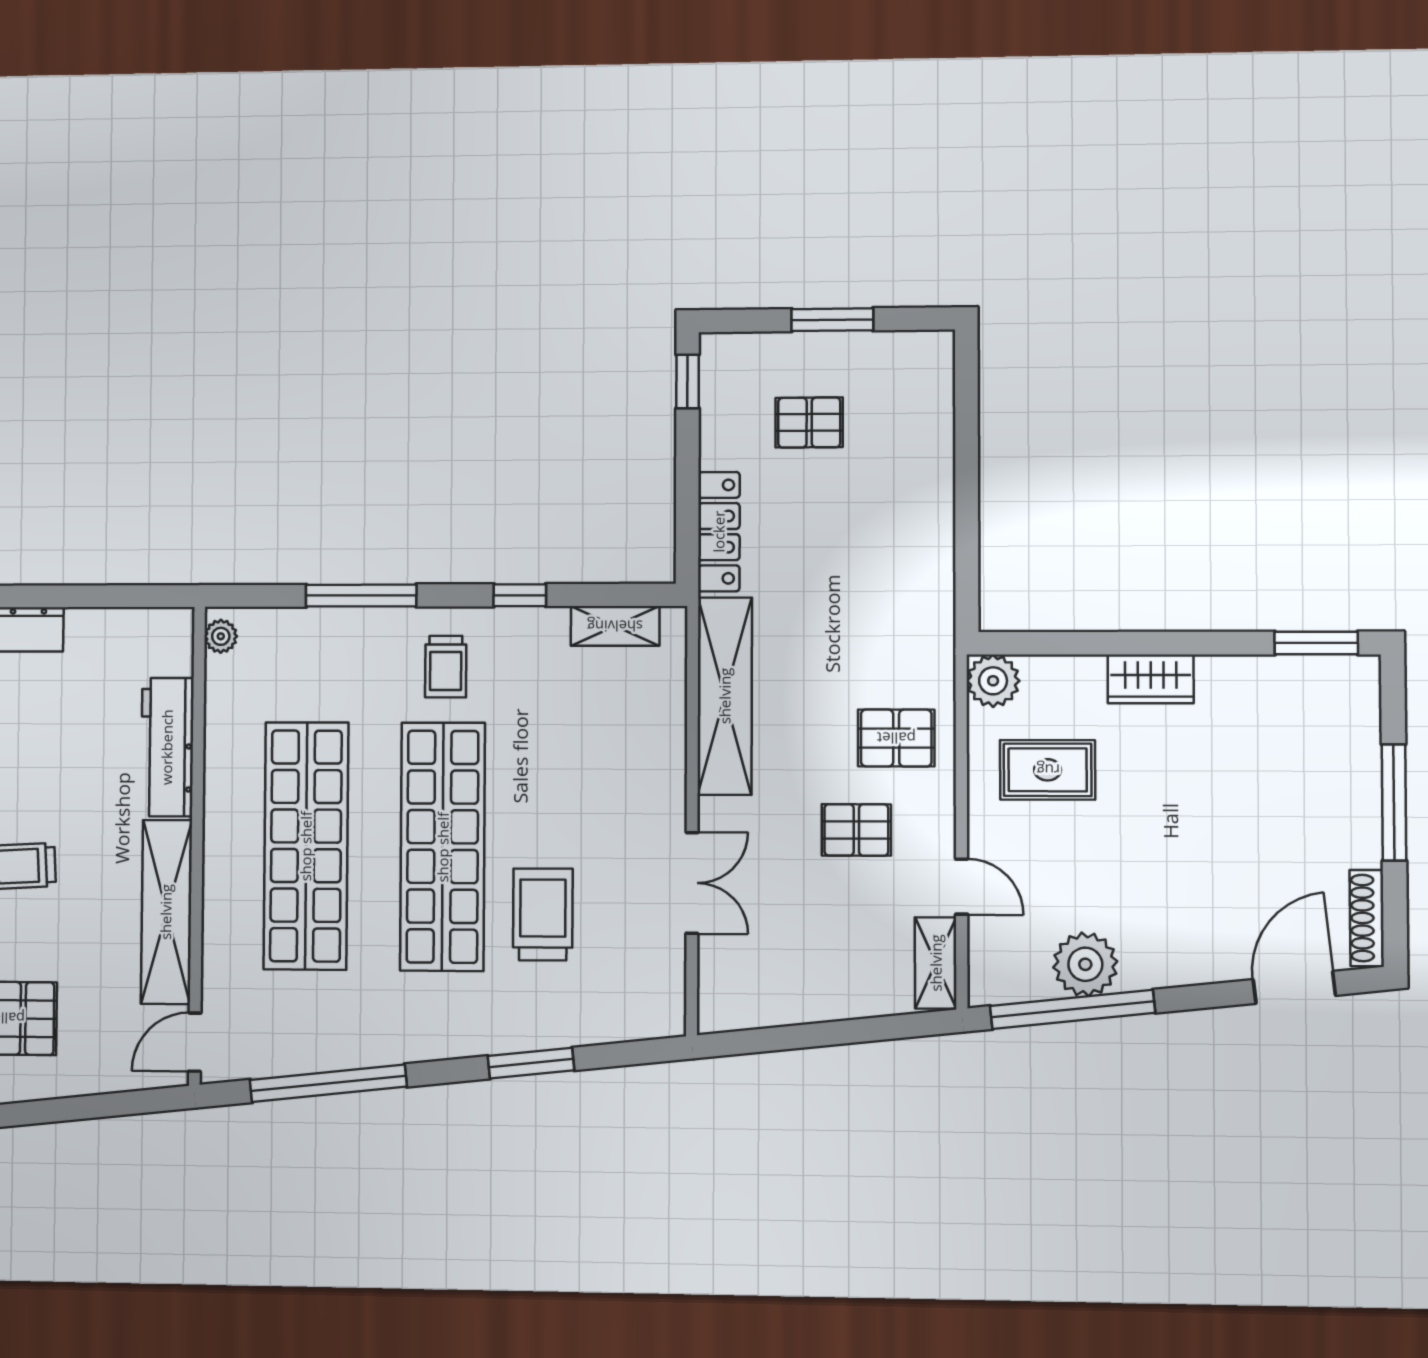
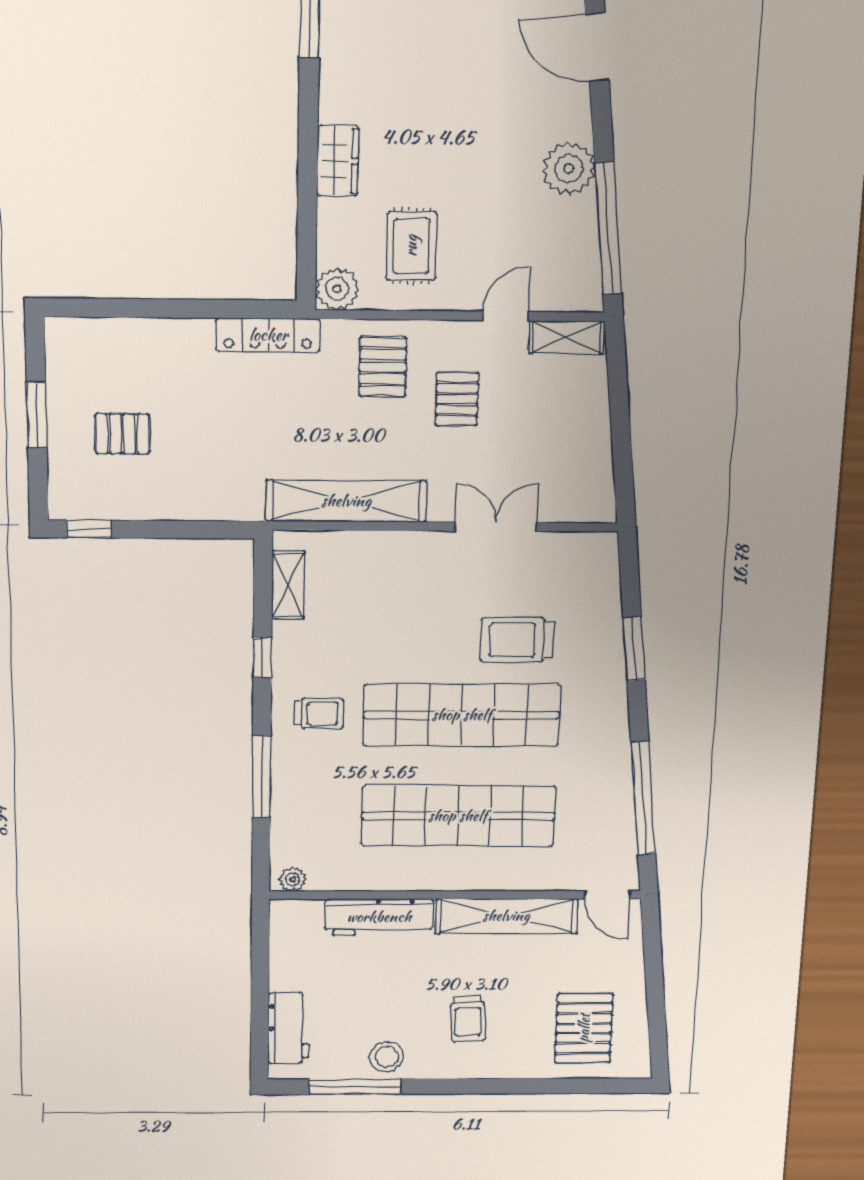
pallet: (809, 422) -> (122, 434), turned 90
locker: (719, 532) -> (268, 335), moved, turned 180
plant: (1085, 964) -> (569, 168), moved

